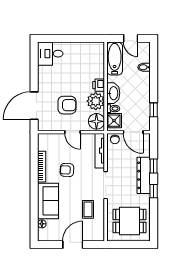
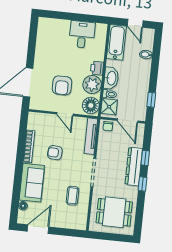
desk: (50, 54) -> (82, 35), moved, turned 90
armchair: (67, 105) -> (62, 85), turned 90
door: (73, 245) -> (38, 229), moved

